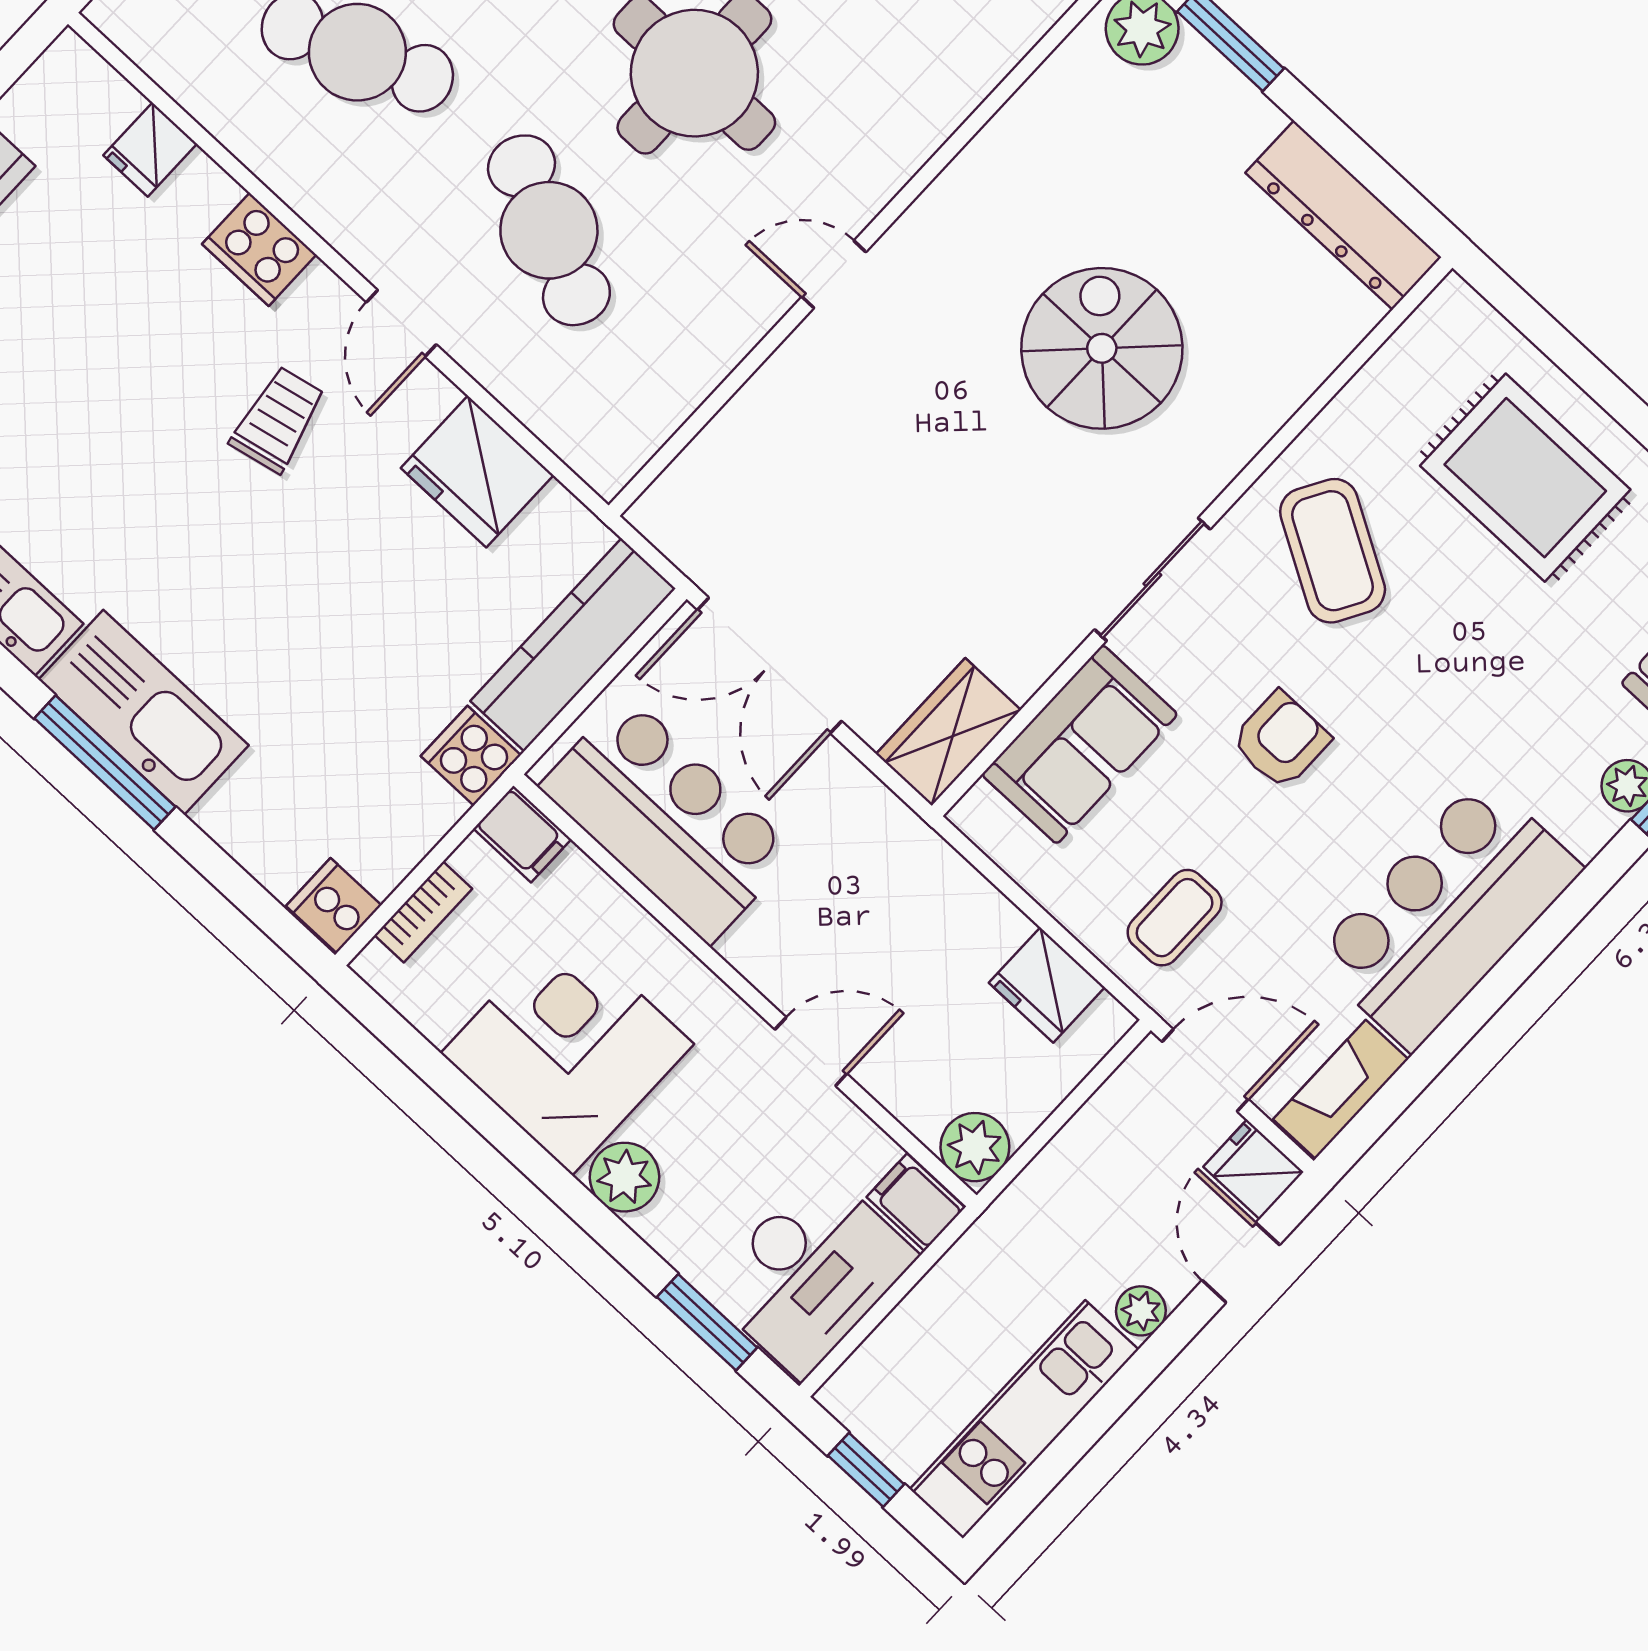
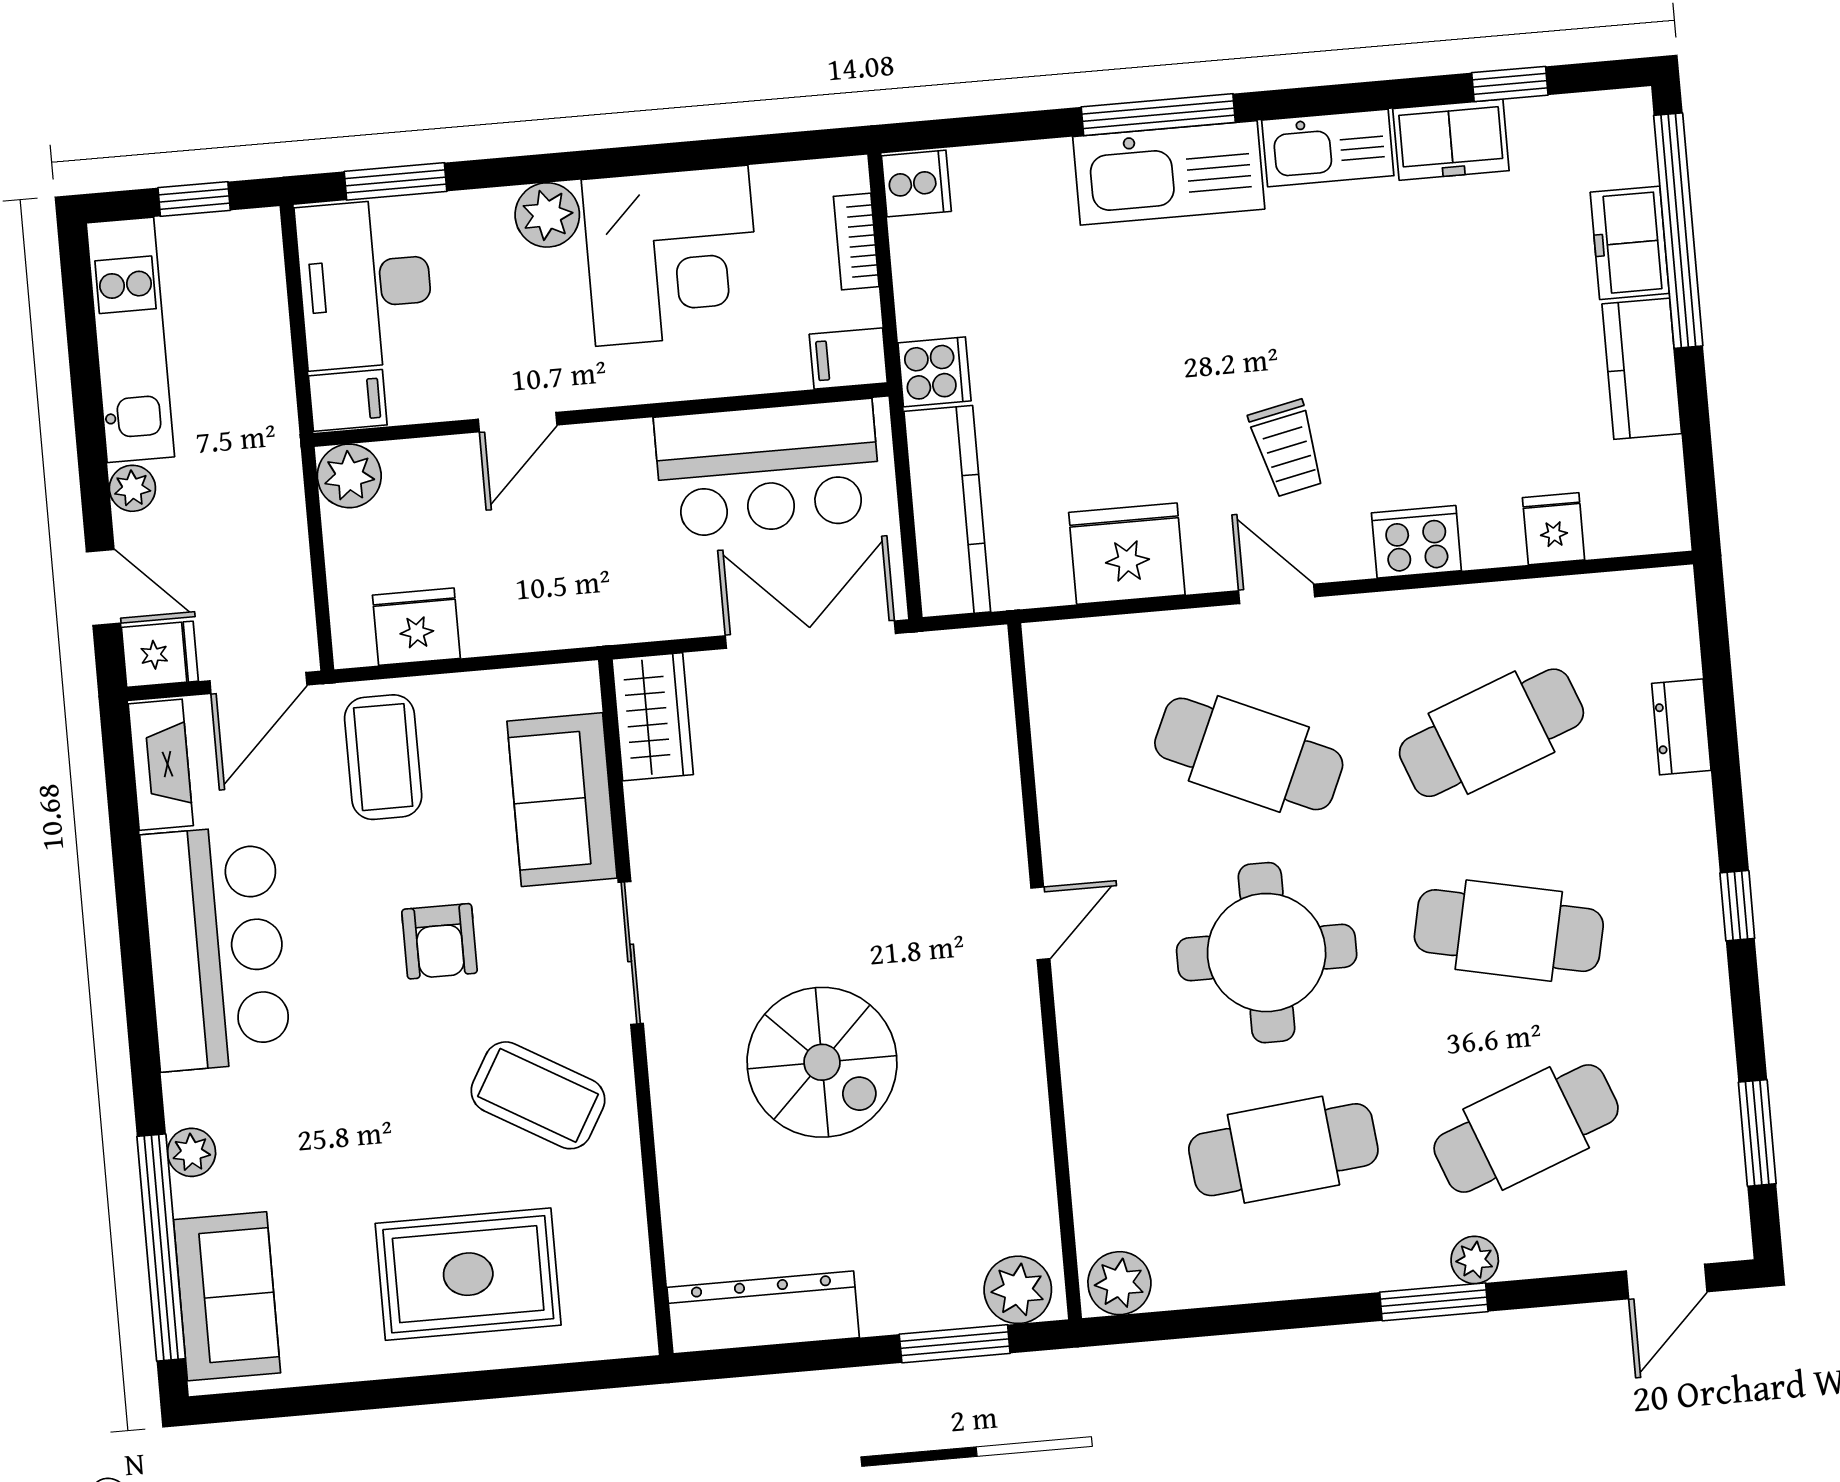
coffee table: (1175, 918) -> (383, 757), width x1.36, depth x1.30

